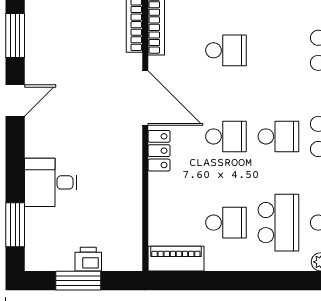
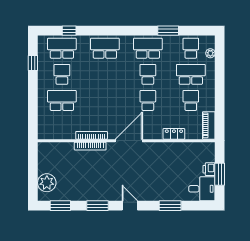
school desk: (226, 50) -> (105, 100), removed
locker: (159, 151) -> (174, 134), moved
desk: (51, 182) -> (202, 189), moved, turned -90
window: (15, 225) -> (170, 206), moved

